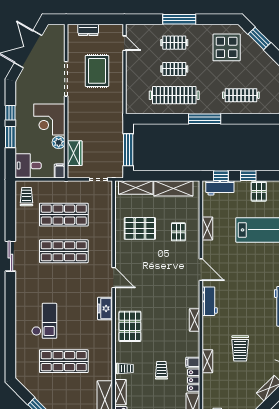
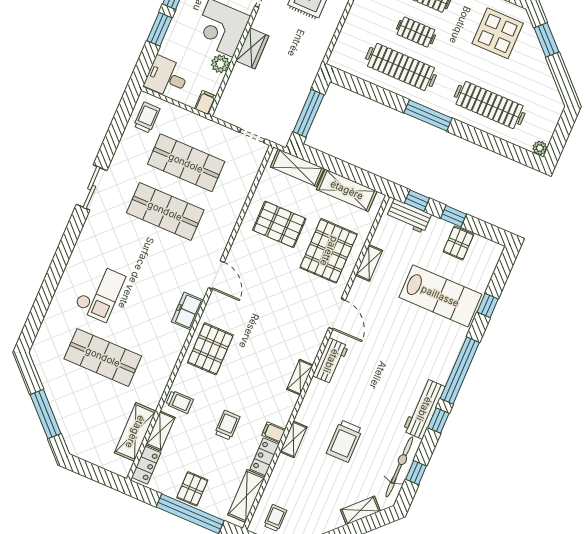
clothes rail: (241, 95) -> (490, 105), width x1.37, depth x1.31
wardrobe: (75, 153) -> (252, 48), moved
pallet: (178, 232) -> (329, 251), width x2.05, depth x2.00

